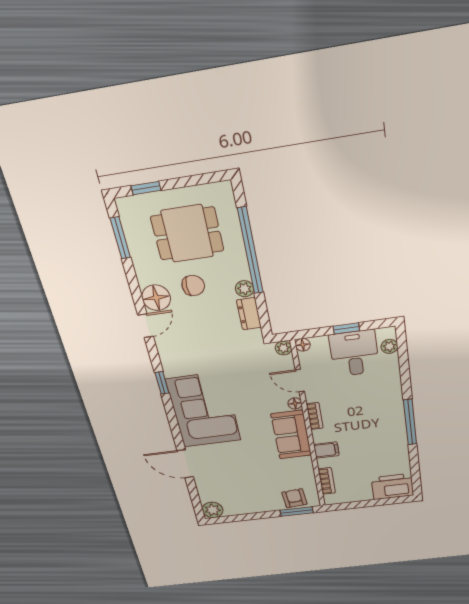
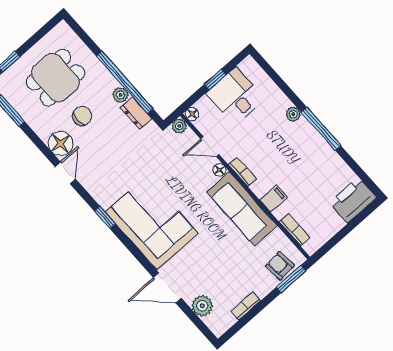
window: (250, 251) -> (125, 82), moved
plant: (389, 346) -> (293, 114), moved
sofa: (291, 435) -> (242, 209), width x1.36
plant: (213, 510) -> (202, 306), moved
bookcase: (244, 510) -> (246, 306), added

